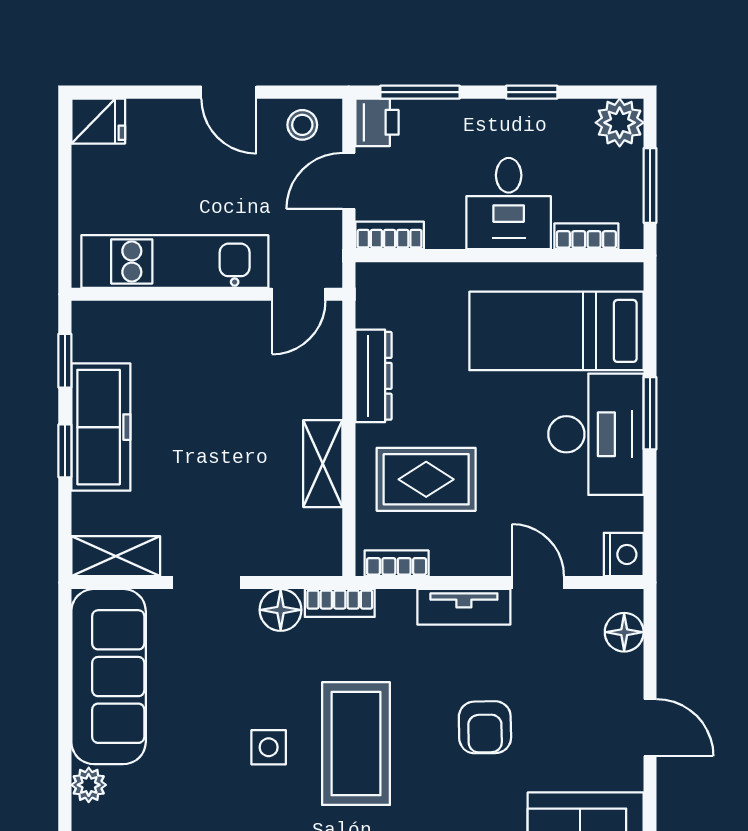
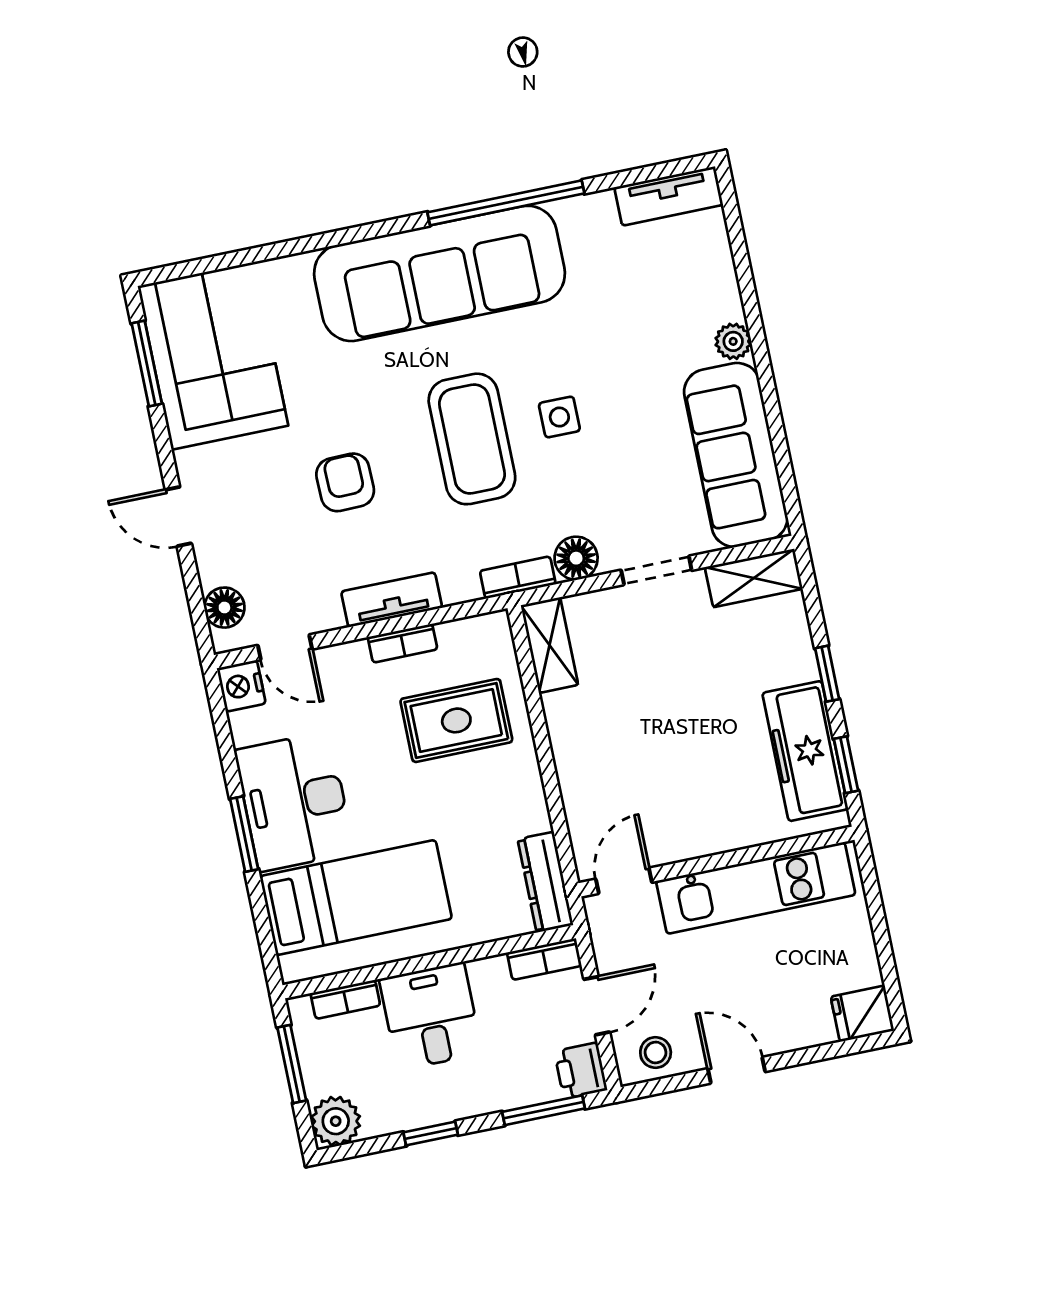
dresser: (373, 376) -> (545, 882), moved
freezer: (101, 427) -> (805, 751), moved
shelving: (323, 464) -> (550, 645), moved
bookcase: (397, 563) -> (403, 643), moved
door: (538, 583) -> (285, 647), moved

